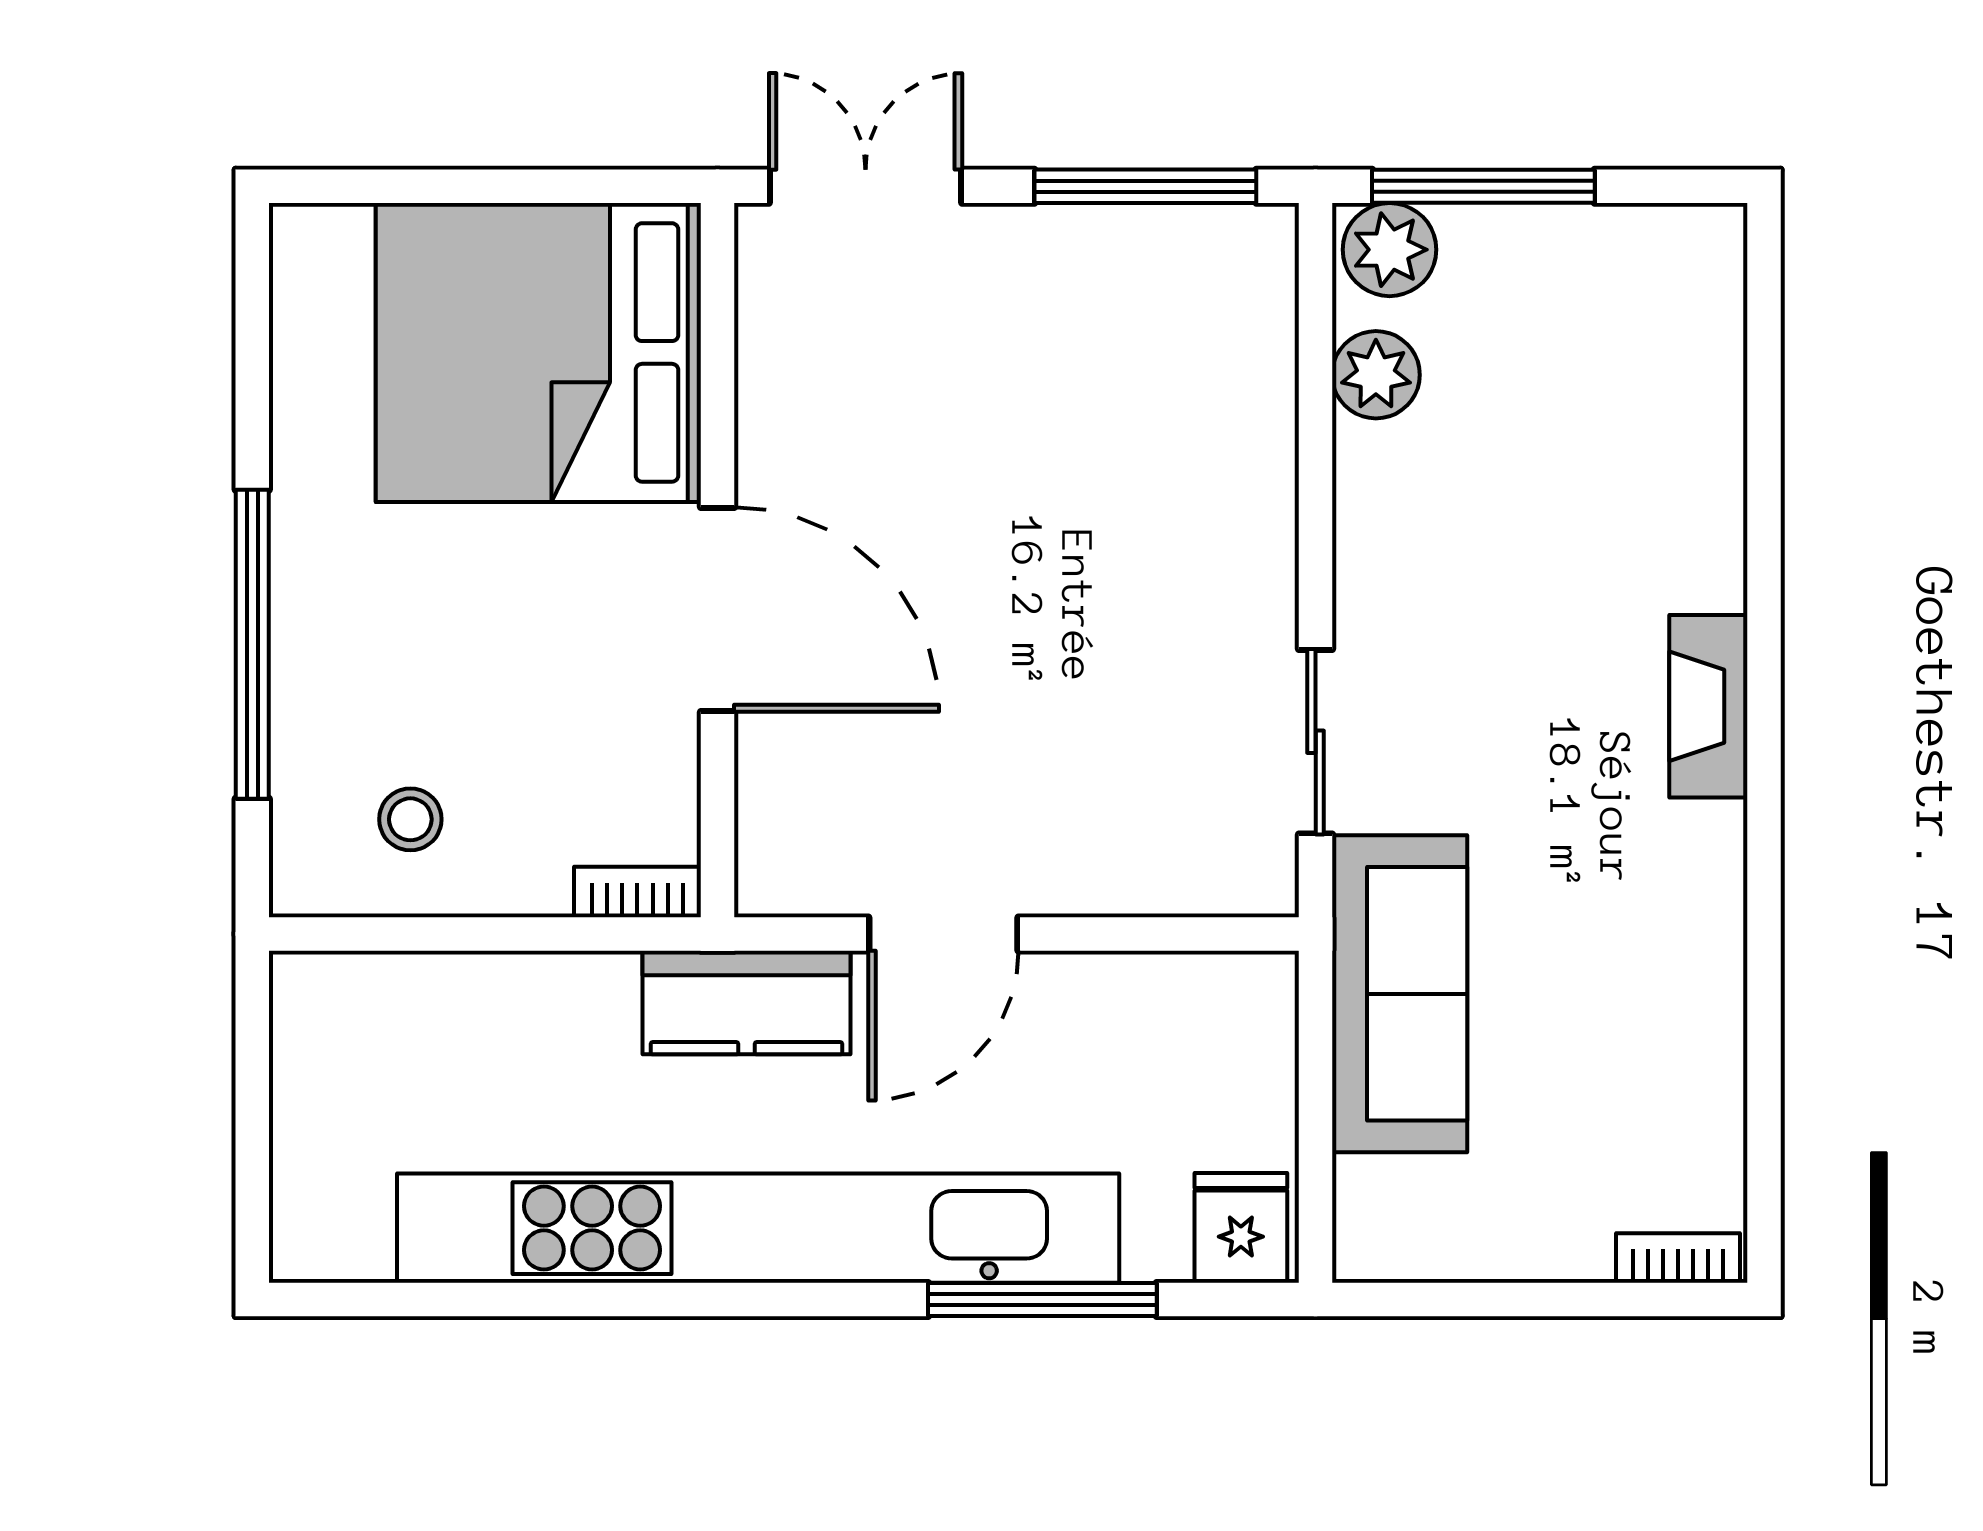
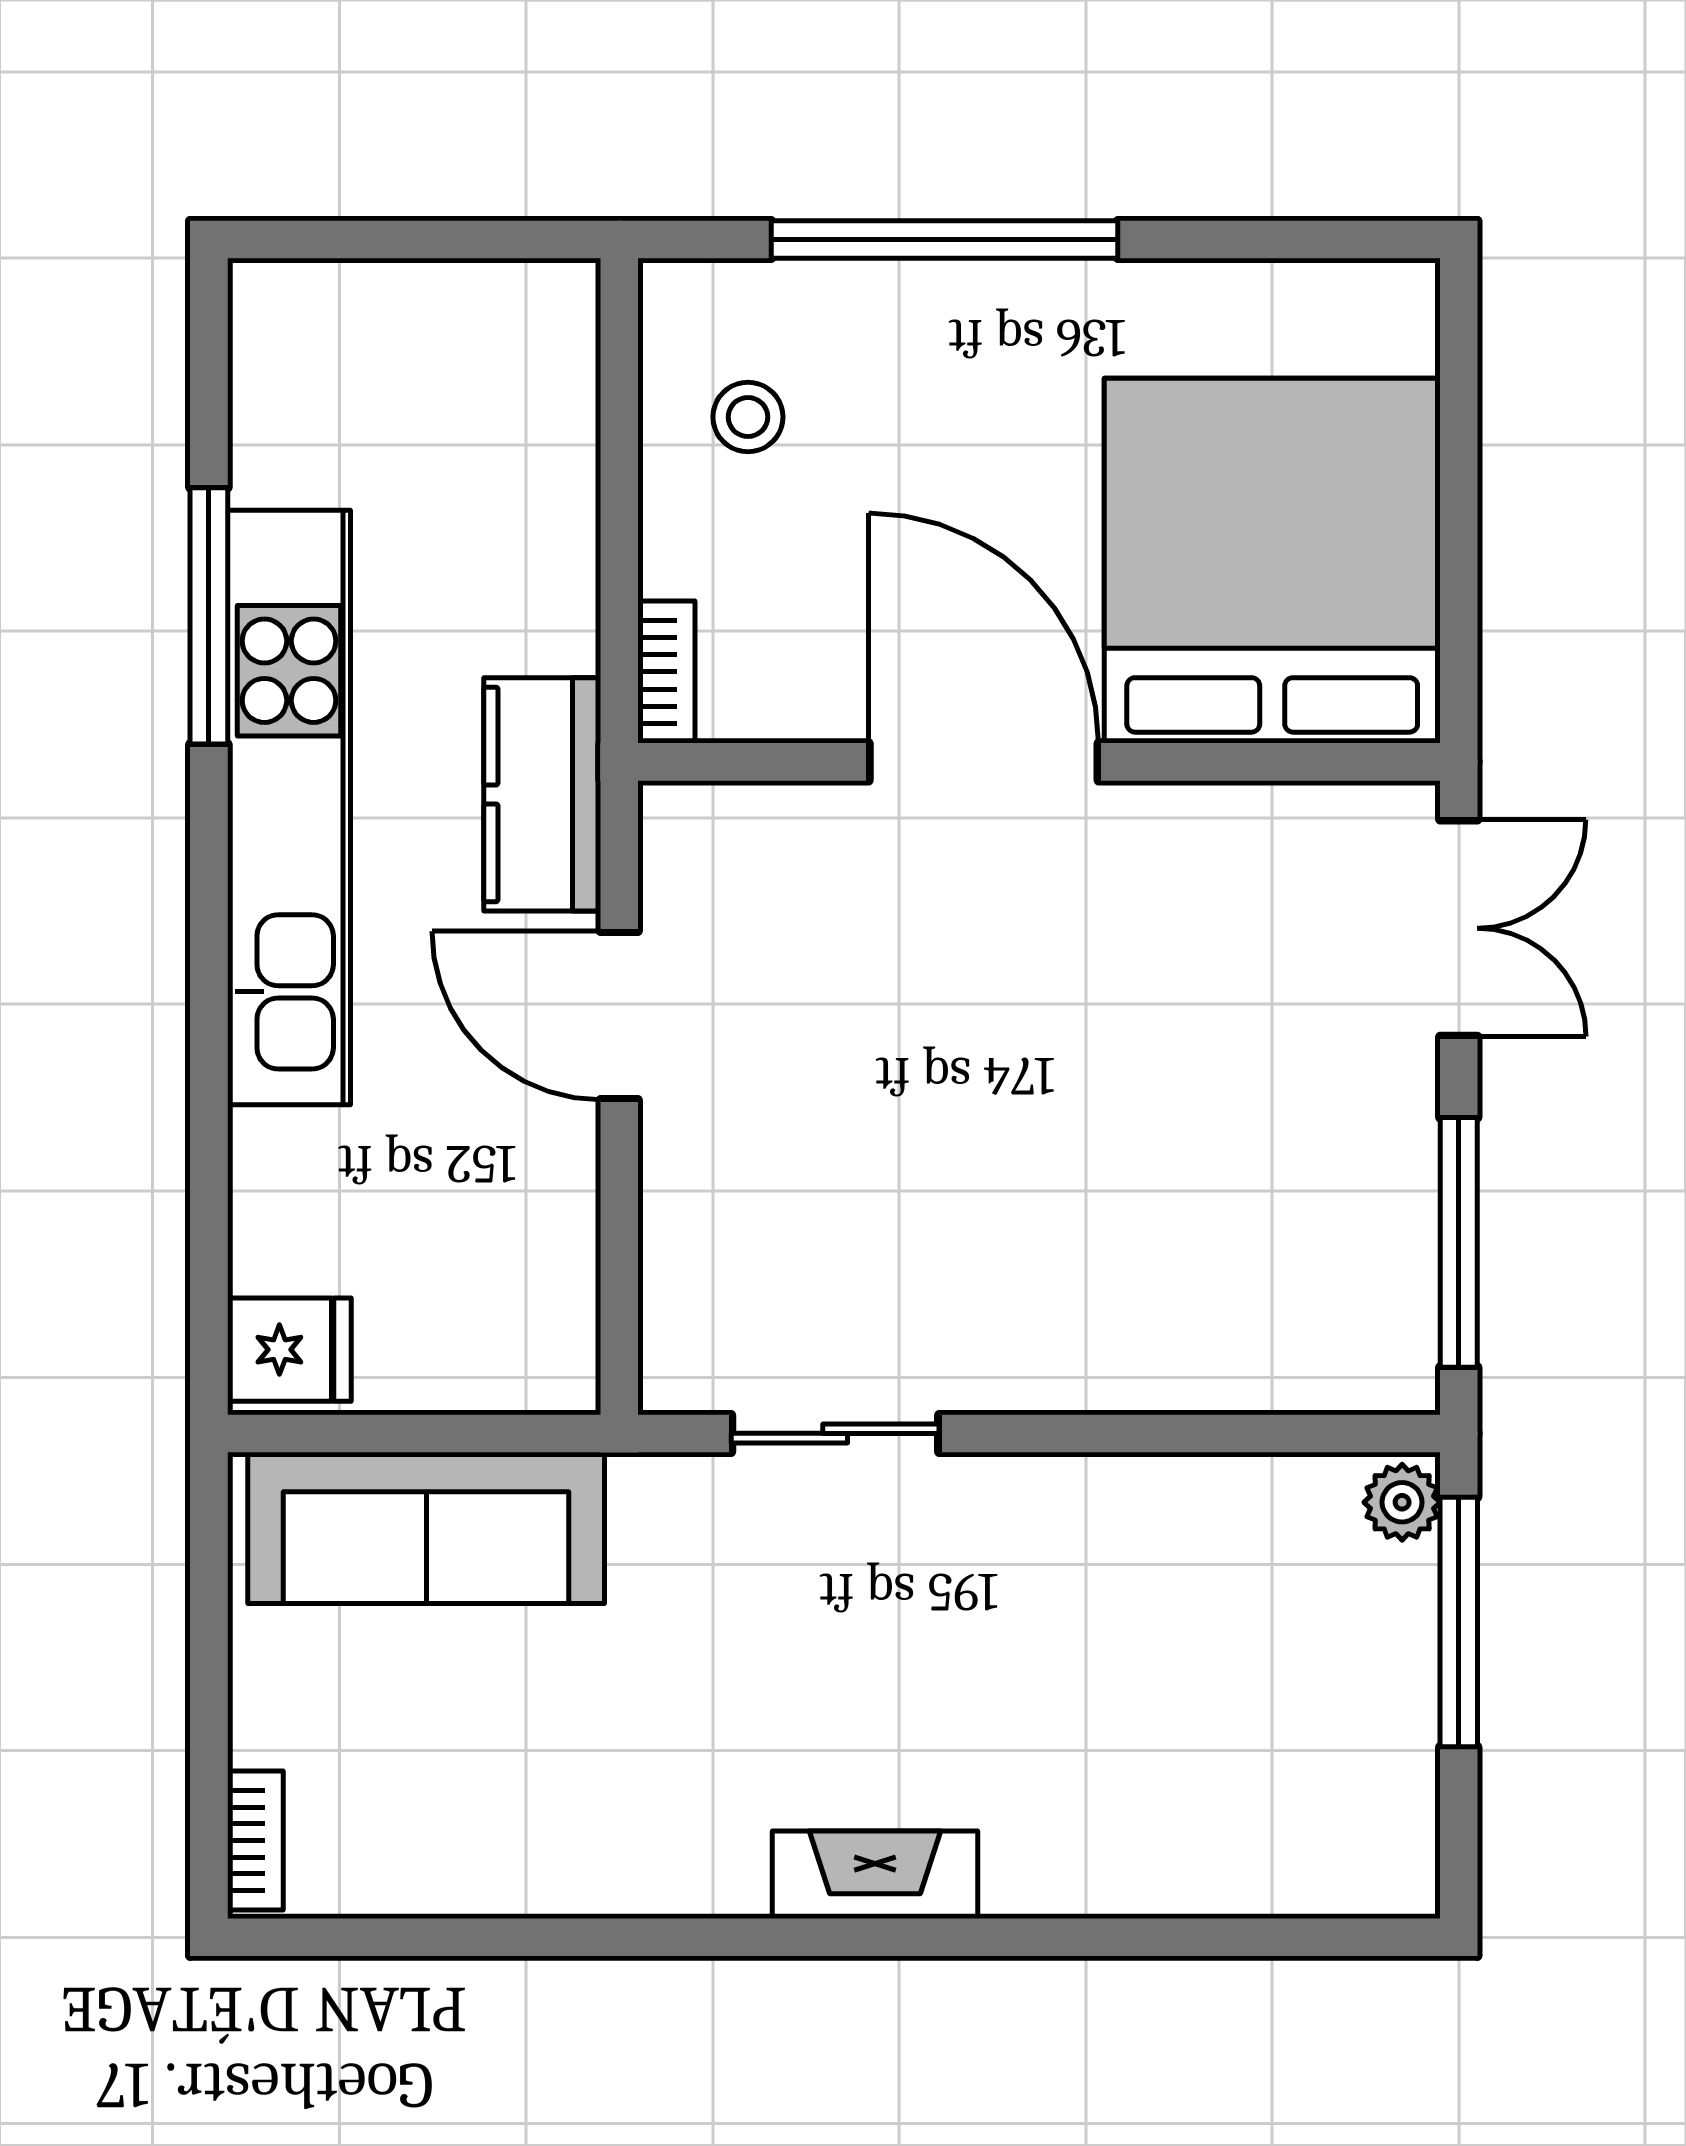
plant: (1390, 250) -> (1402, 1502), width x0.73, depth x0.73
plant: (1376, 375) -> (1247, 1501), removed
door: (717, 610) -> (984, 762), swing flipped
sofa: (1400, 994) -> (426, 1528), moved
kitchen unit: (758, 1228) -> (289, 807), width x0.73
window: (1042, 1299) -> (209, 616), moved

